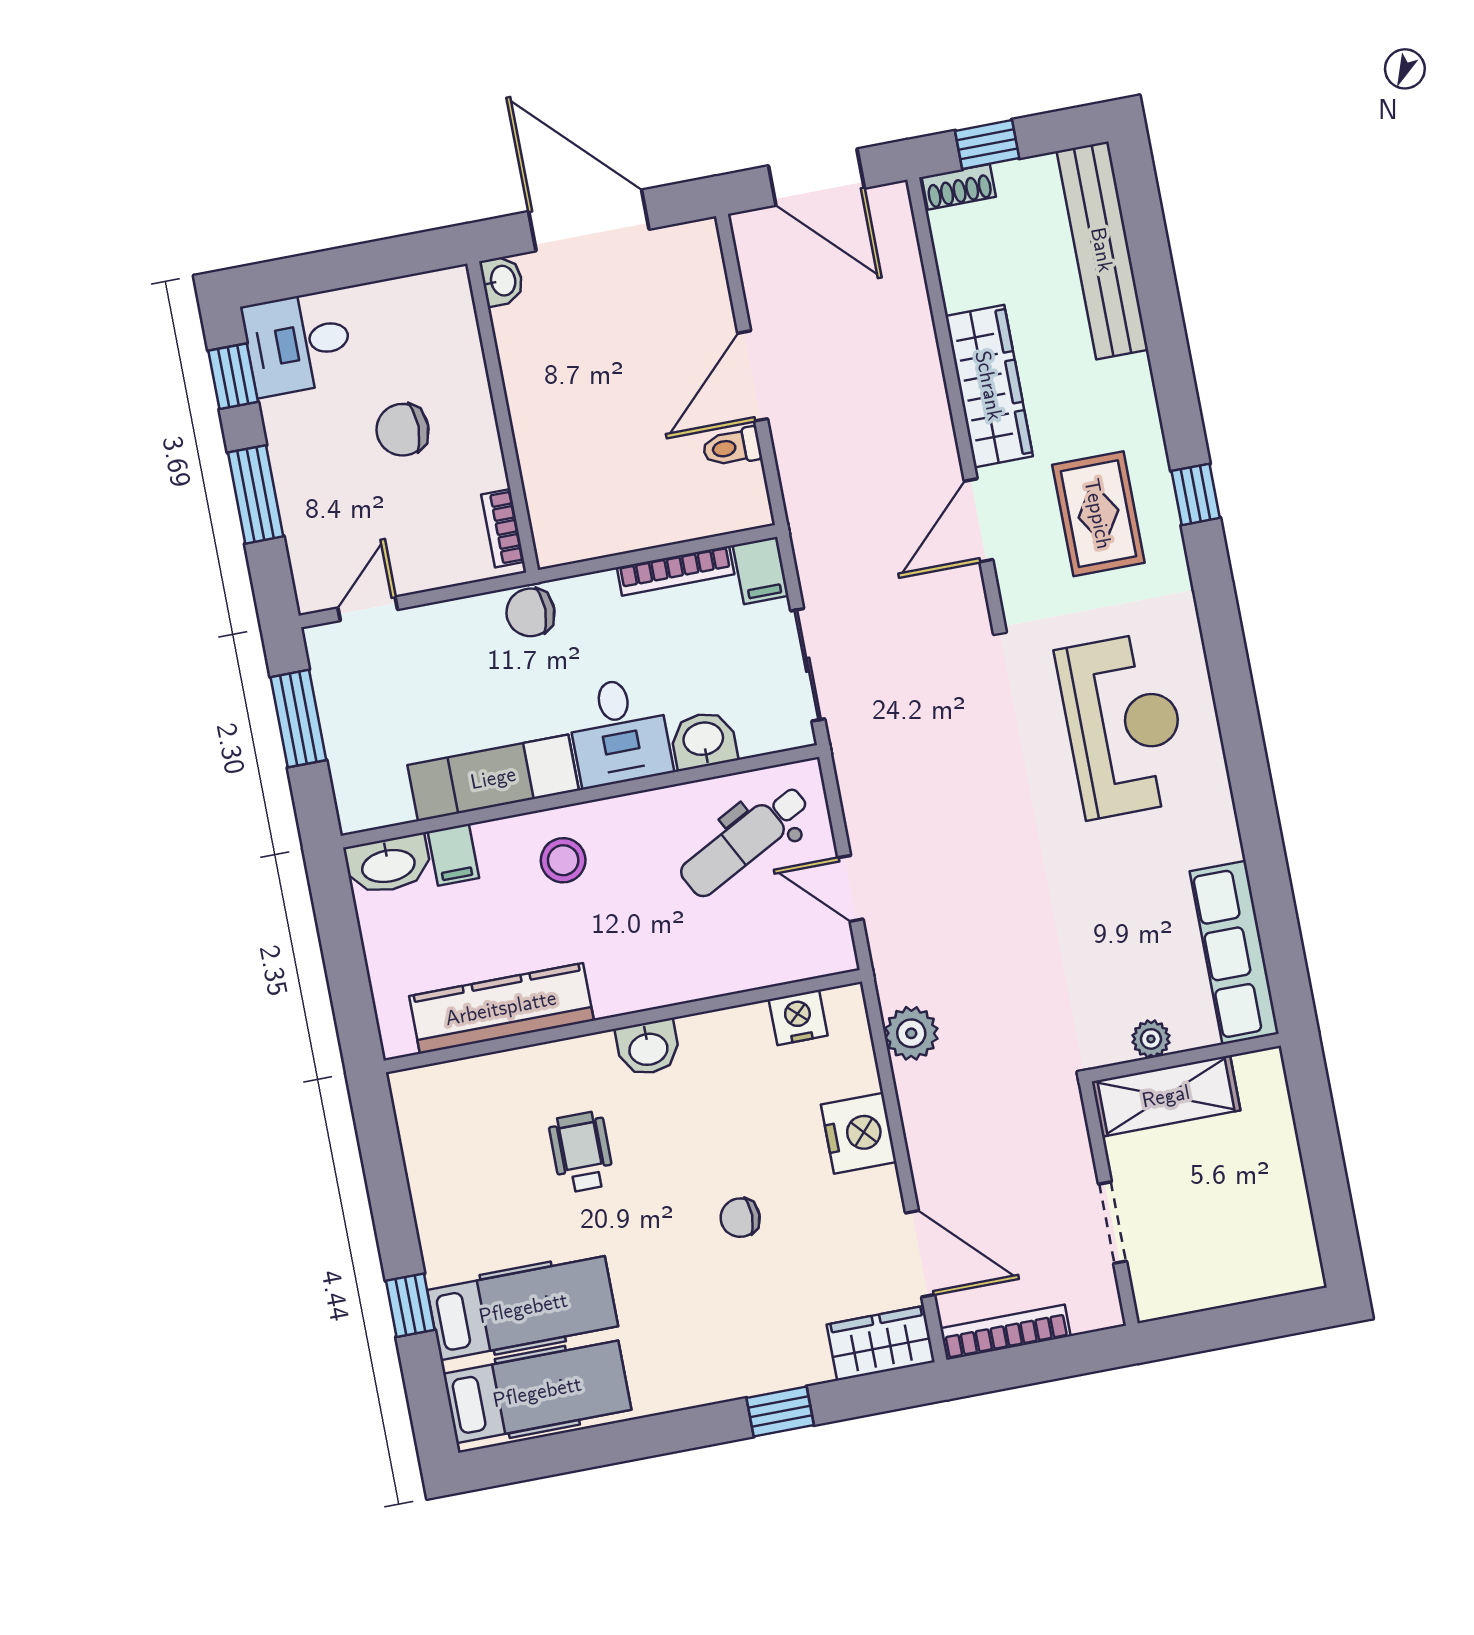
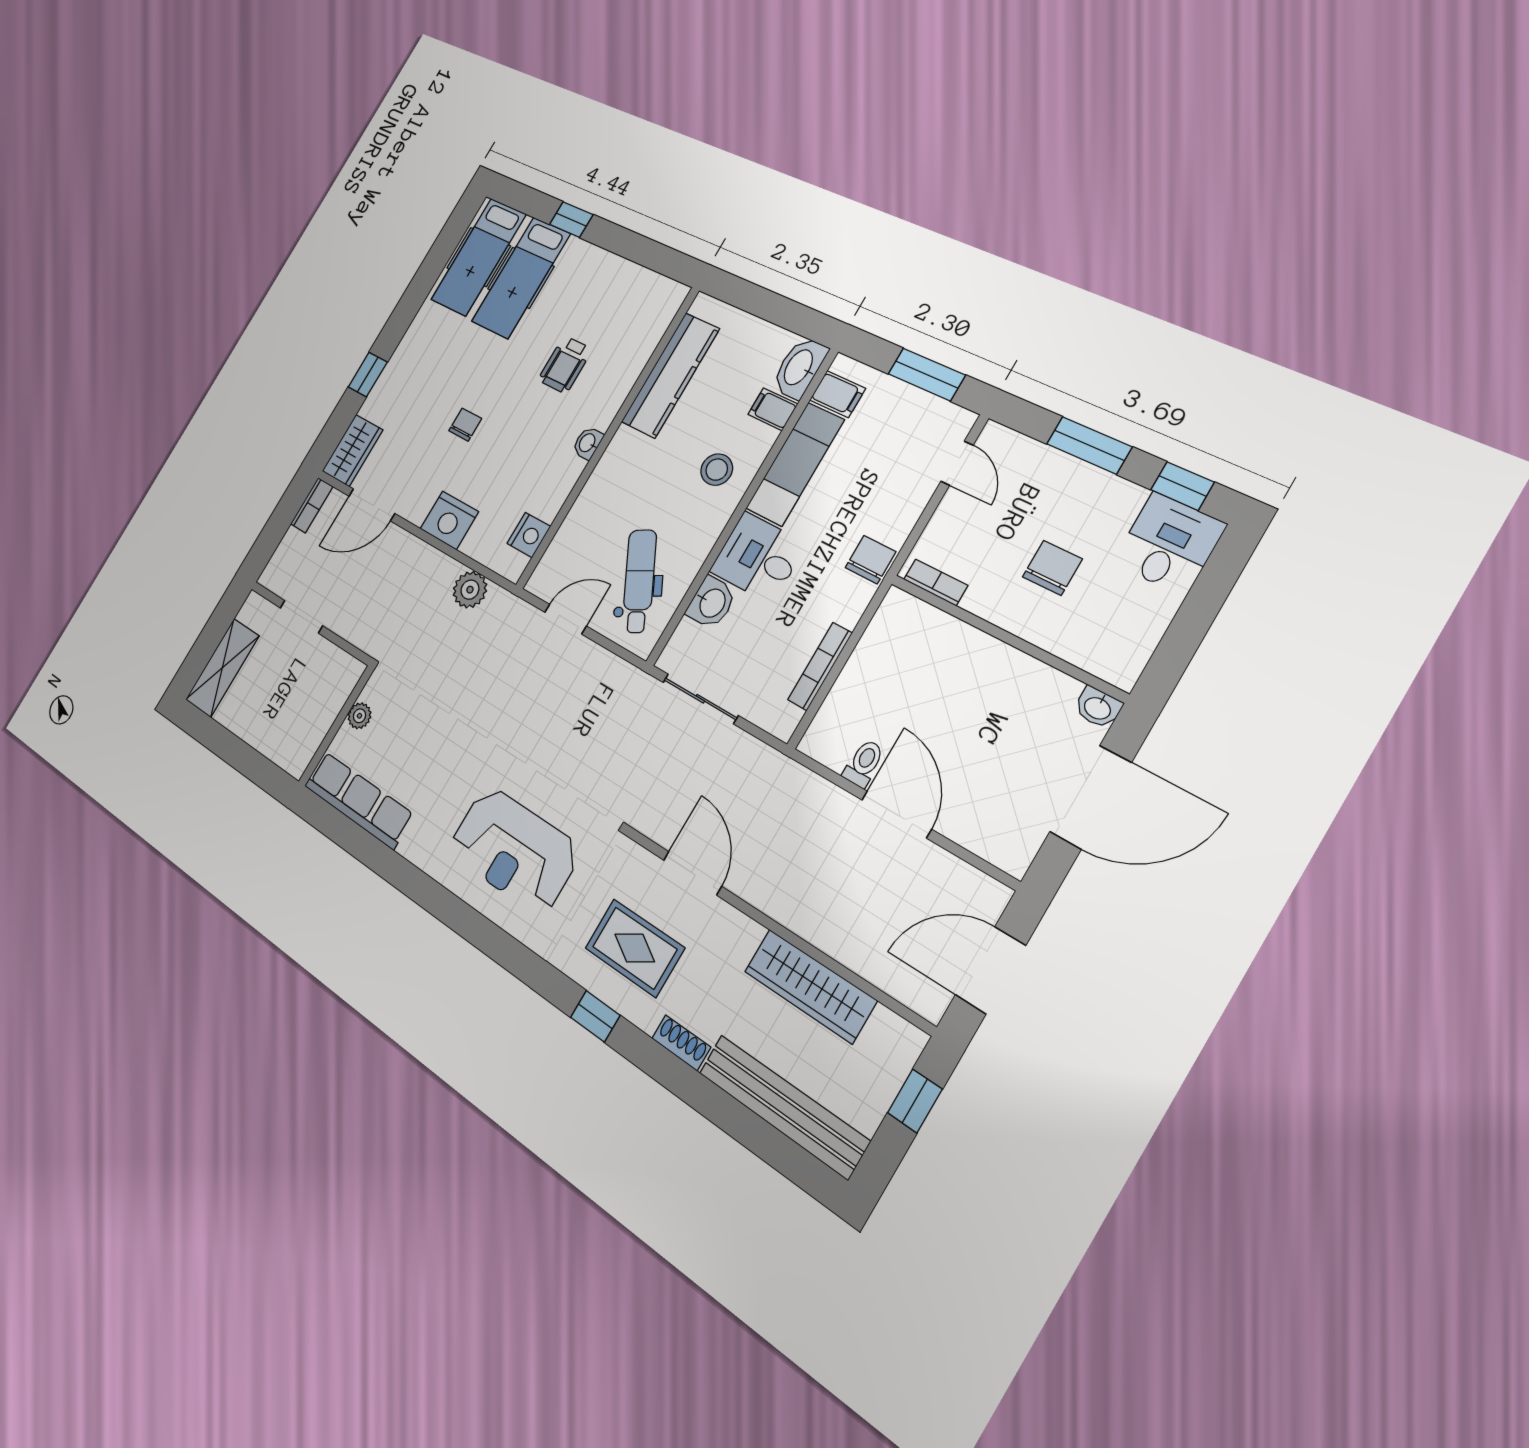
shoe rack: (959, 187) -> (681, 1043), moved, turned 90
wardrobe: (989, 386) -> (810, 986), moved
filing cabinet: (761, 571) -> (838, 394), moved, turned 180
washbasin: (648, 1048) -> (588, 443), width x0.72, depth x0.69
shelving: (1166, 1096) -> (222, 668), moved
wheelchair: (581, 1152) -> (565, 365), turned 90
bookcase: (1005, 1332) -> (312, 505), width x0.64

